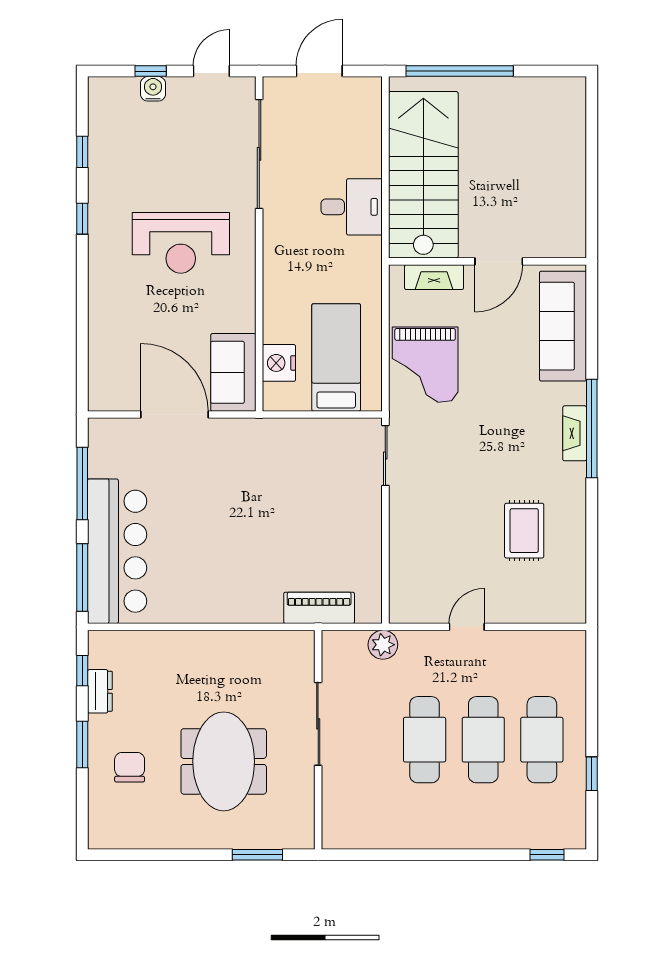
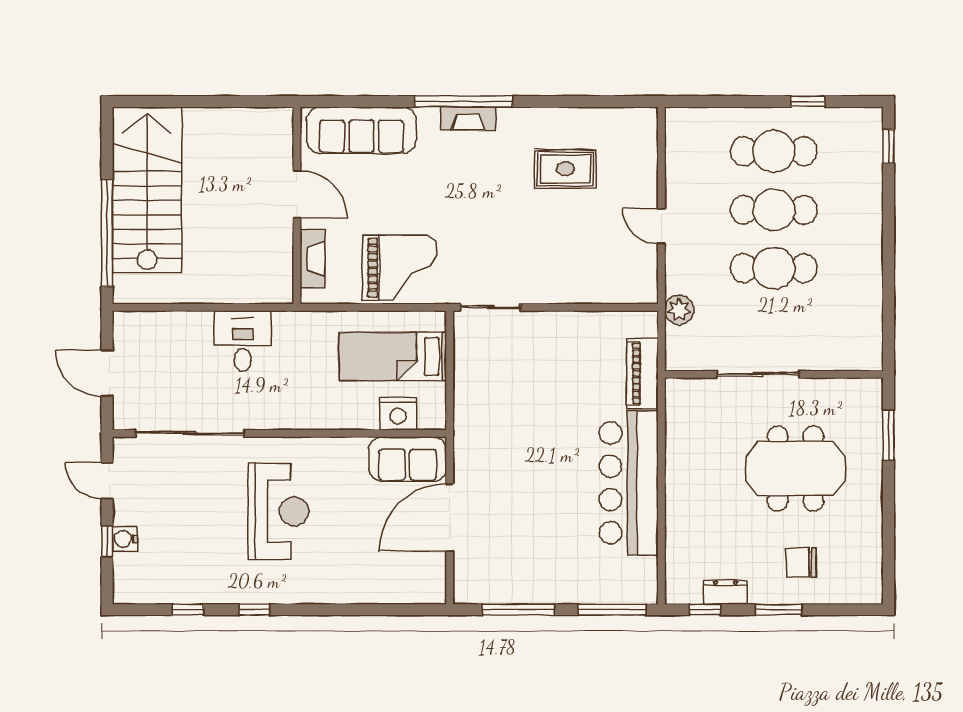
stairs: (423, 175) -> (147, 190), moved, turned 90
bar counter: (117, 551) -> (629, 483), moved, turned -90

